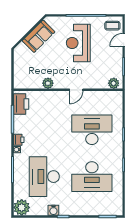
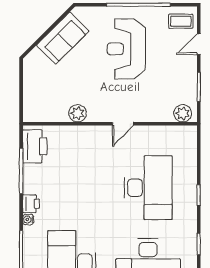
desk: (92, 130) -> (148, 188), turned 90

